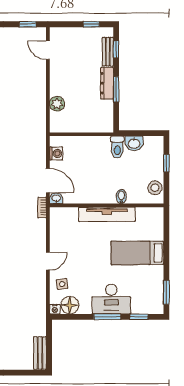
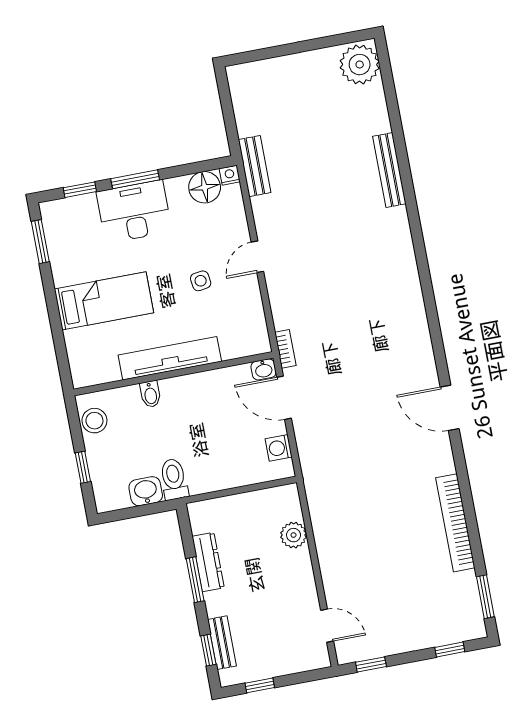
dresser: (107, 83) -> (208, 562), moved
side table: (62, 284) -> (201, 281), moved
bench: (40, 353) -> (255, 166), moved

